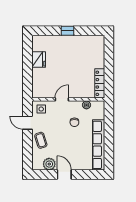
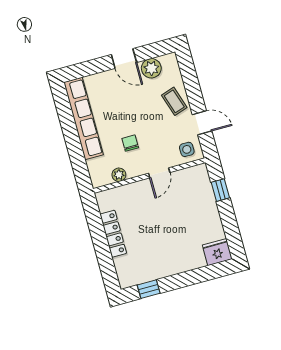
window: (68, 31) -> (149, 289), moved
fridge: (39, 59) -> (217, 252), moved, turned 90
window: (28, 79) -> (220, 190), added
locker: (100, 83) -> (113, 234), moved

